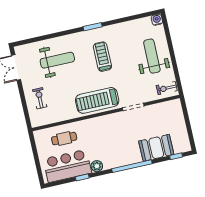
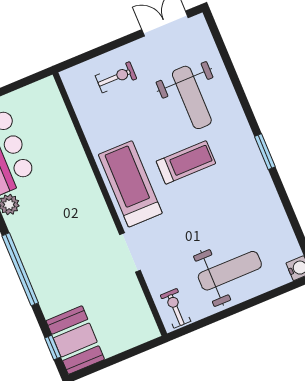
treadmill: (102, 57) -> (186, 162), moved
cafe table: (64, 139) -> (49, 135), removed
booth: (156, 148) -> (75, 340), moved

